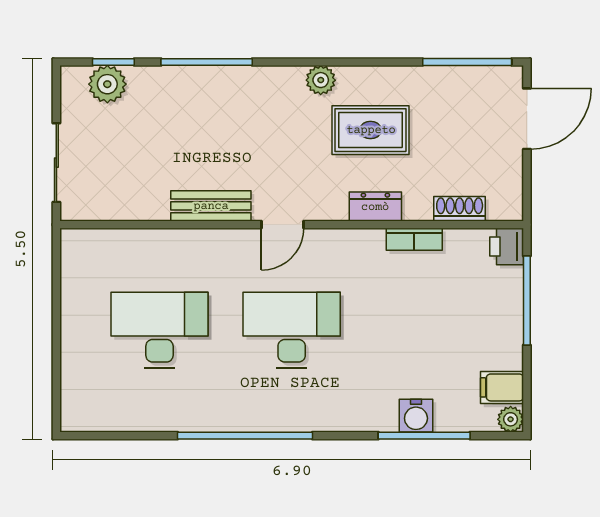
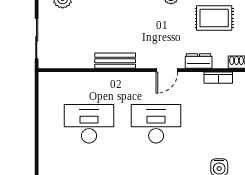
rug: (371, 130) -> (214, 18), moved
door: (283, 225) -> (167, 70), moved

